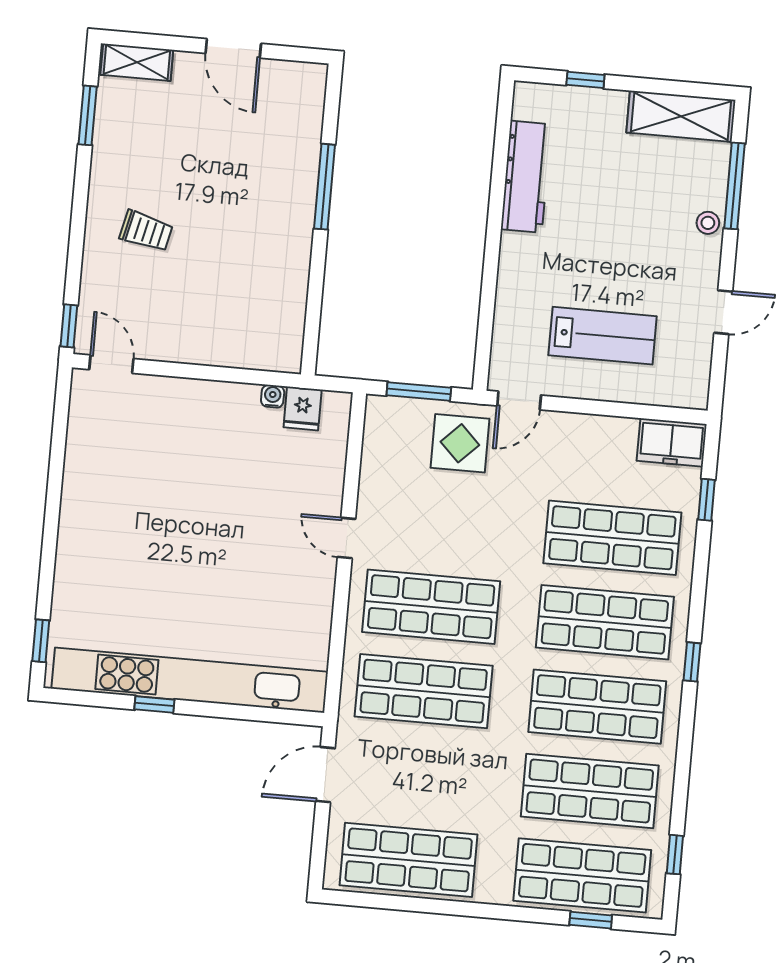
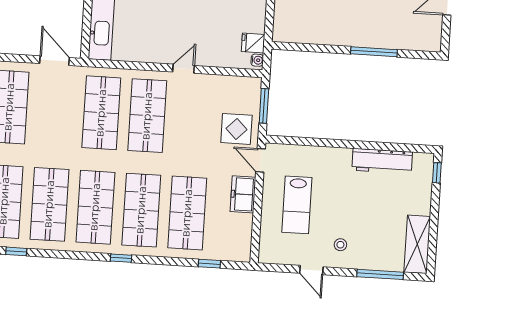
window: (585, 80) -> (437, 173), moved
stool: (708, 223) -> (340, 245), moved
water cooler: (273, 396) -> (257, 60), moved
freezer: (672, 442) -> (243, 194), moved

